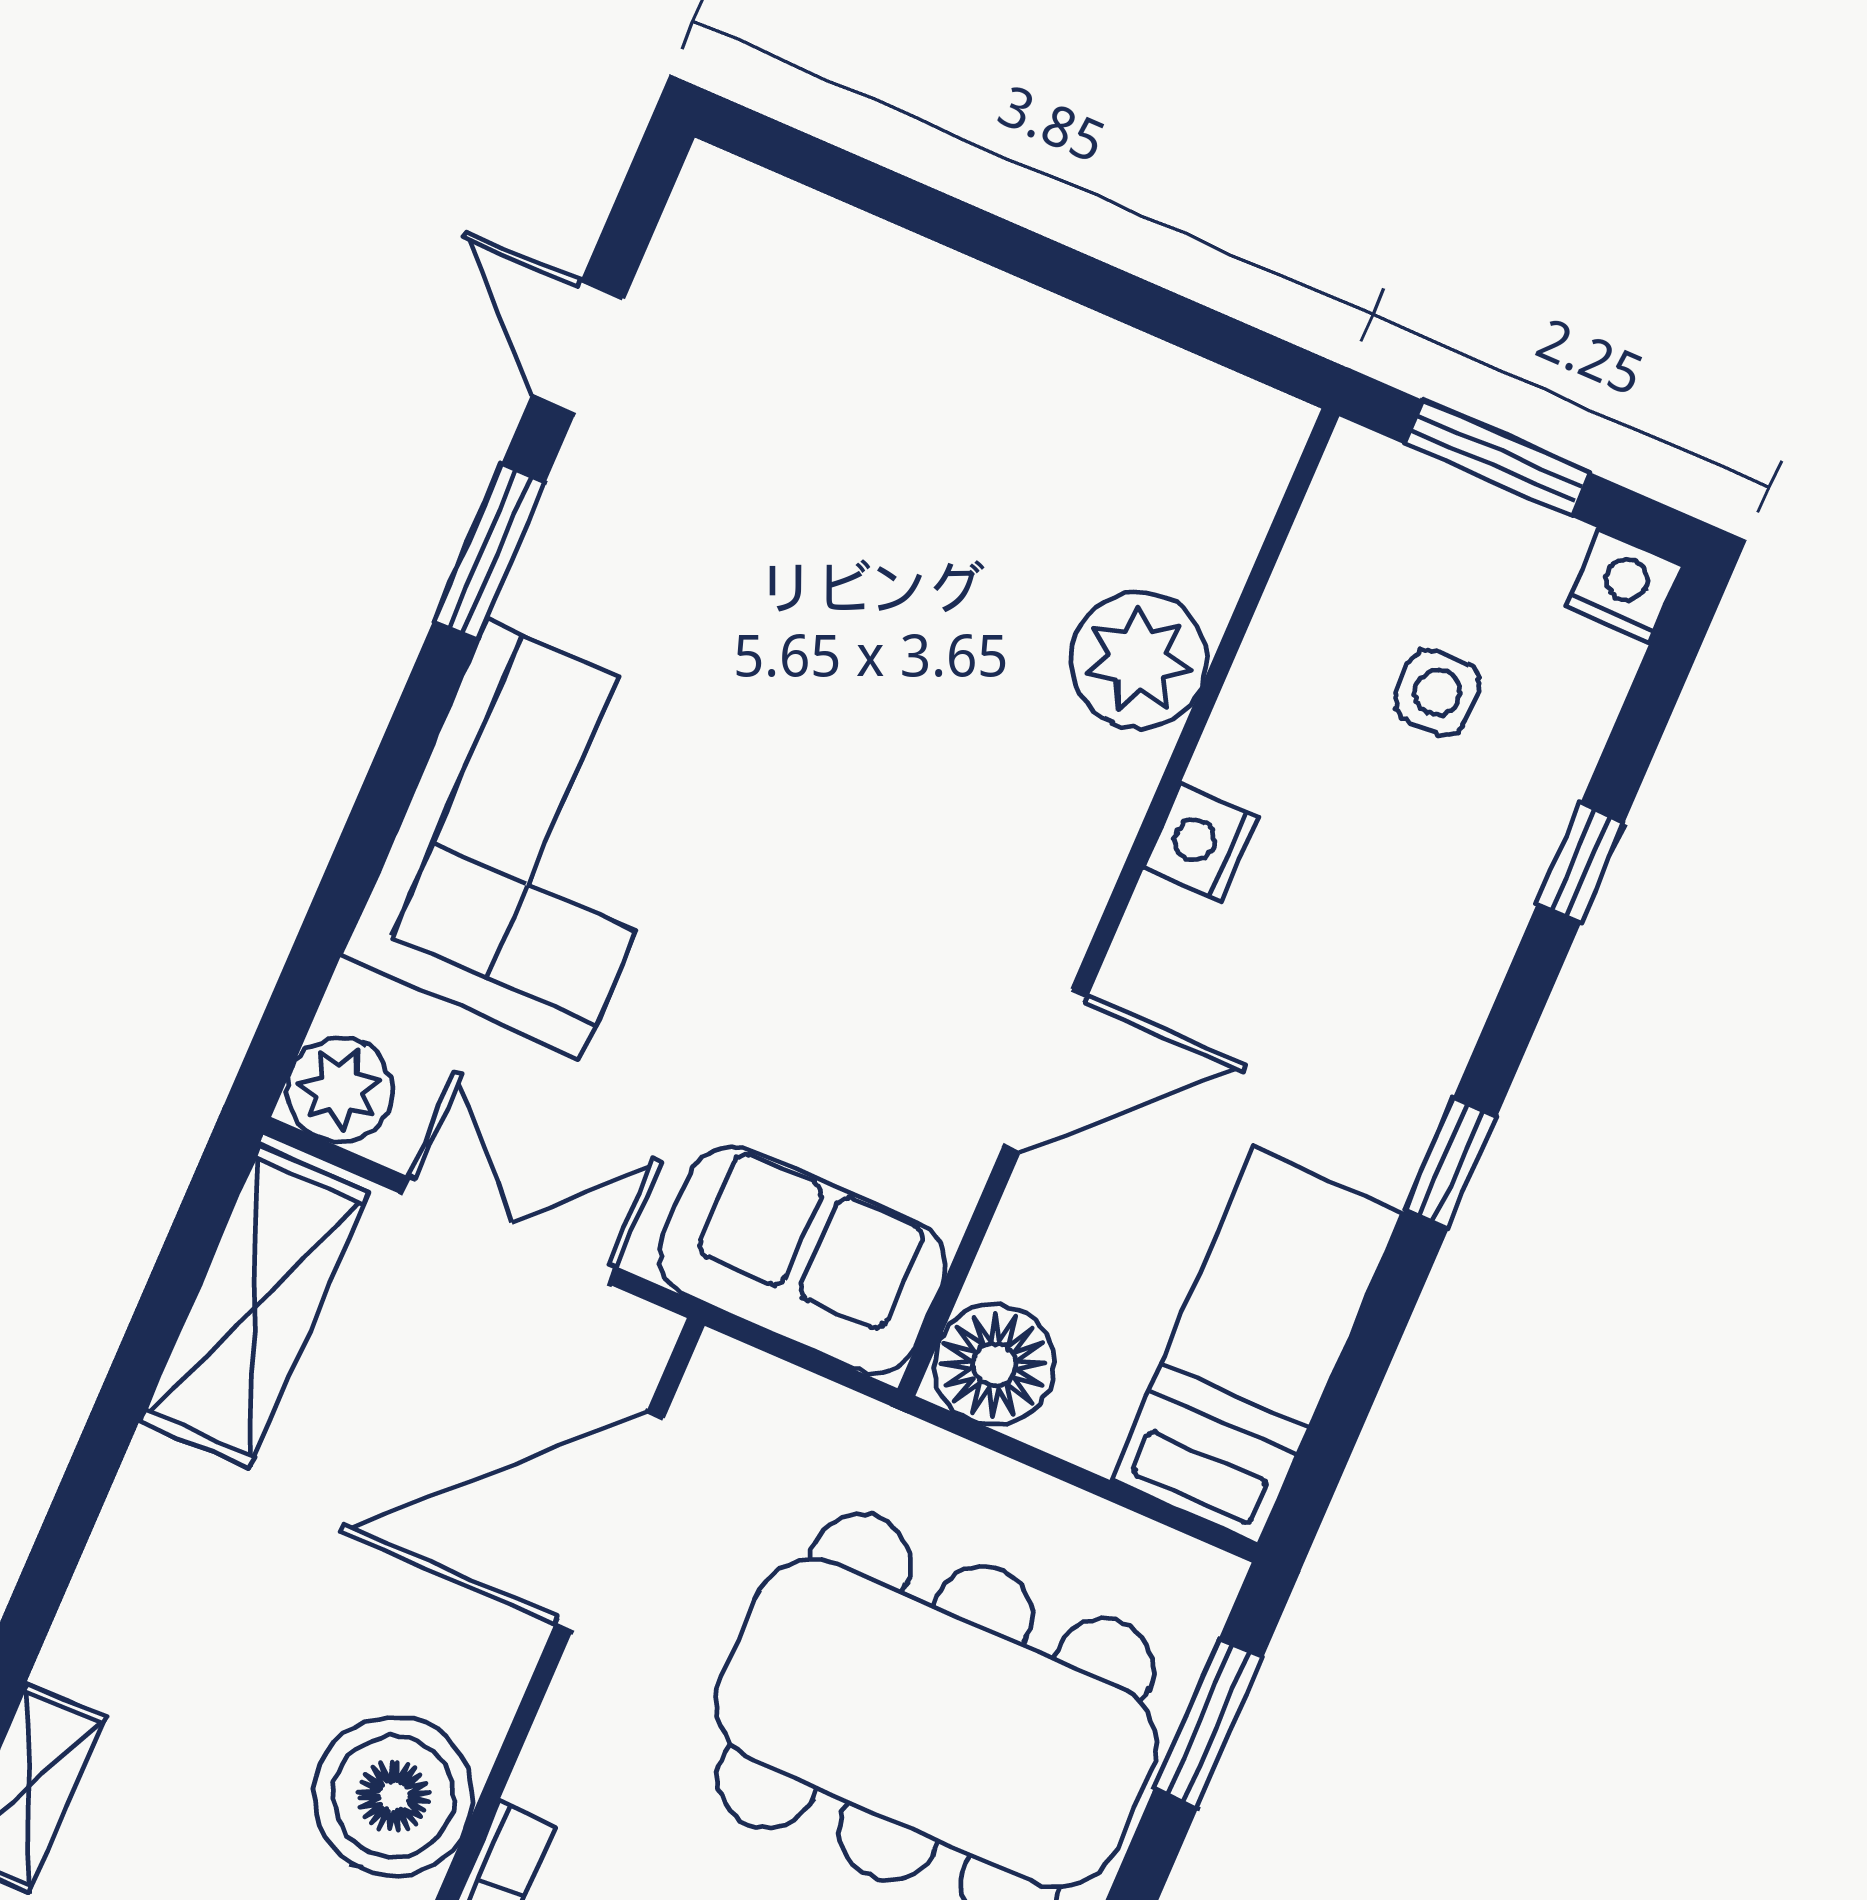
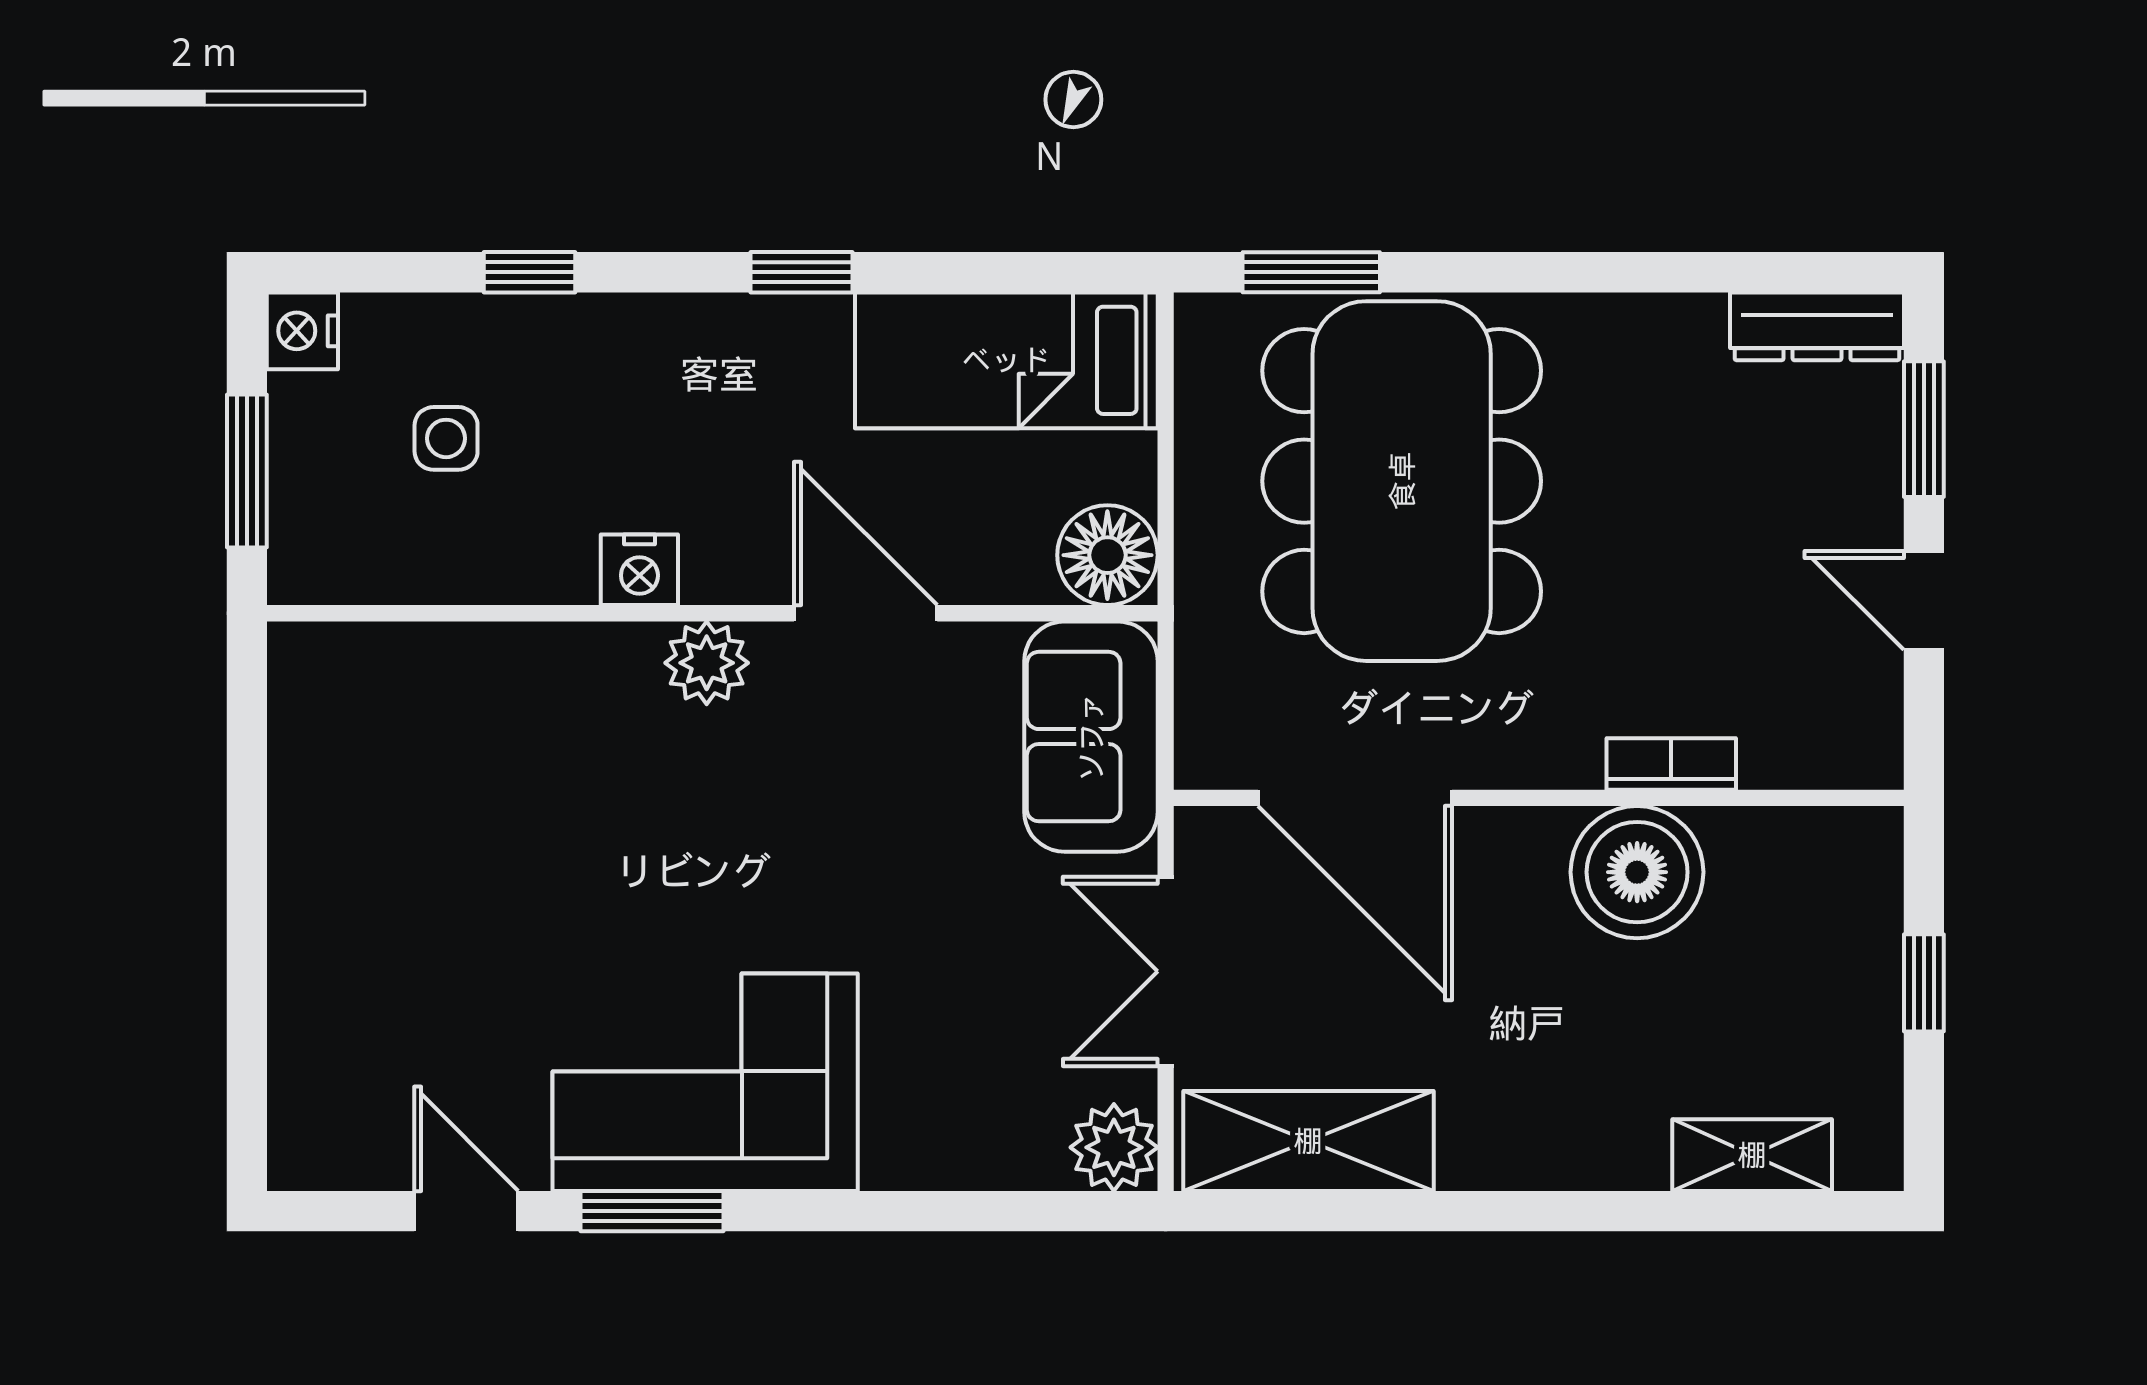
door: (578, 347) -> (466, 1211), swing flipped
plant: (1139, 660) -> (707, 663), moved, width x0.73, depth x0.73
corner sofa: (533, 839) -> (705, 1082), moved

